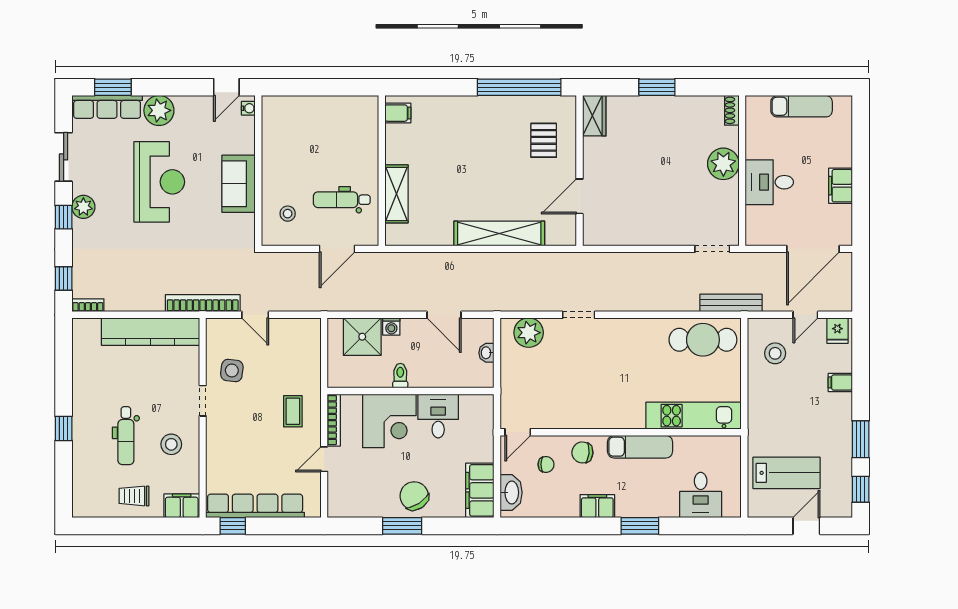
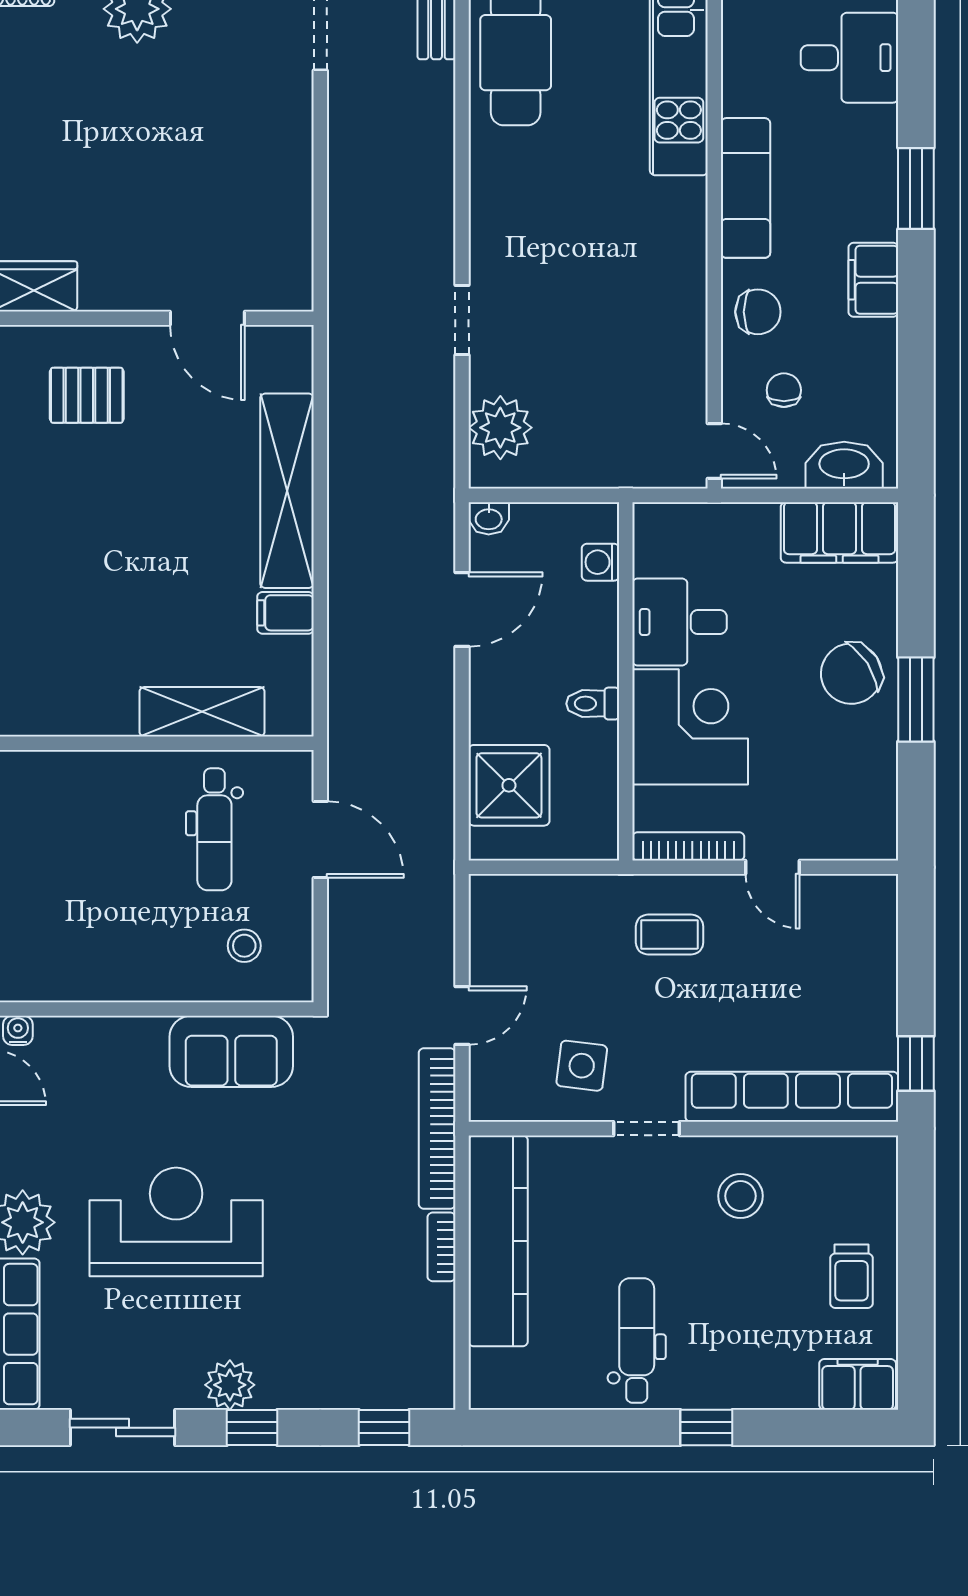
filing cabinet: (398, 113) -> (285, 613), moved, turned -90
sofa: (239, 184) -> (231, 1051), moved
bookcase: (88, 305) -> (441, 1247), moved
washing machine: (391, 327) -> (601, 562), moved, turned 180
washbasin: (486, 353) -> (489, 518), moved
dental chair: (126, 436) -> (637, 1340), moved, turned -90
chair: (582, 452) -> (758, 312), turned -95
filing cabinet: (182, 506) -> (858, 1384), moved, turned 90
row of seats: (255, 506) -> (792, 1097), moved, turned 90

